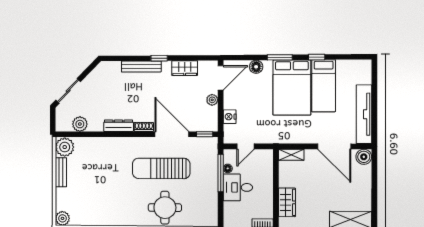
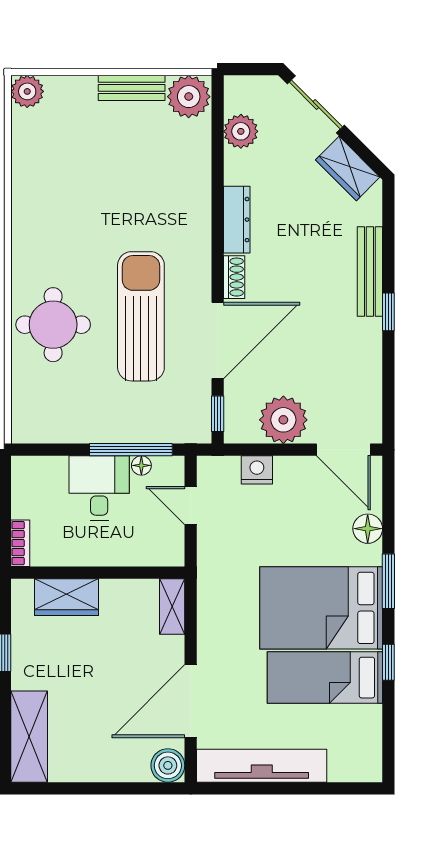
wardrobe: (185, 68) -> (348, 168), moved, turned -45
plant: (212, 100) -> (283, 420), width x1.88, depth x1.88

